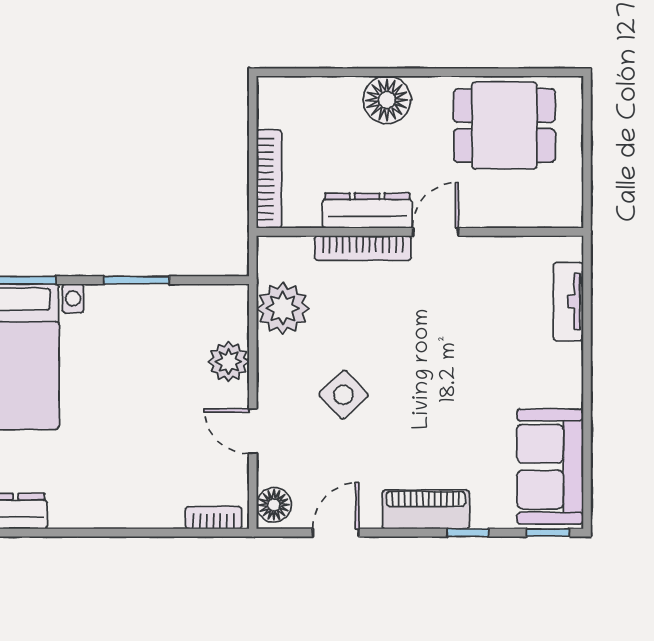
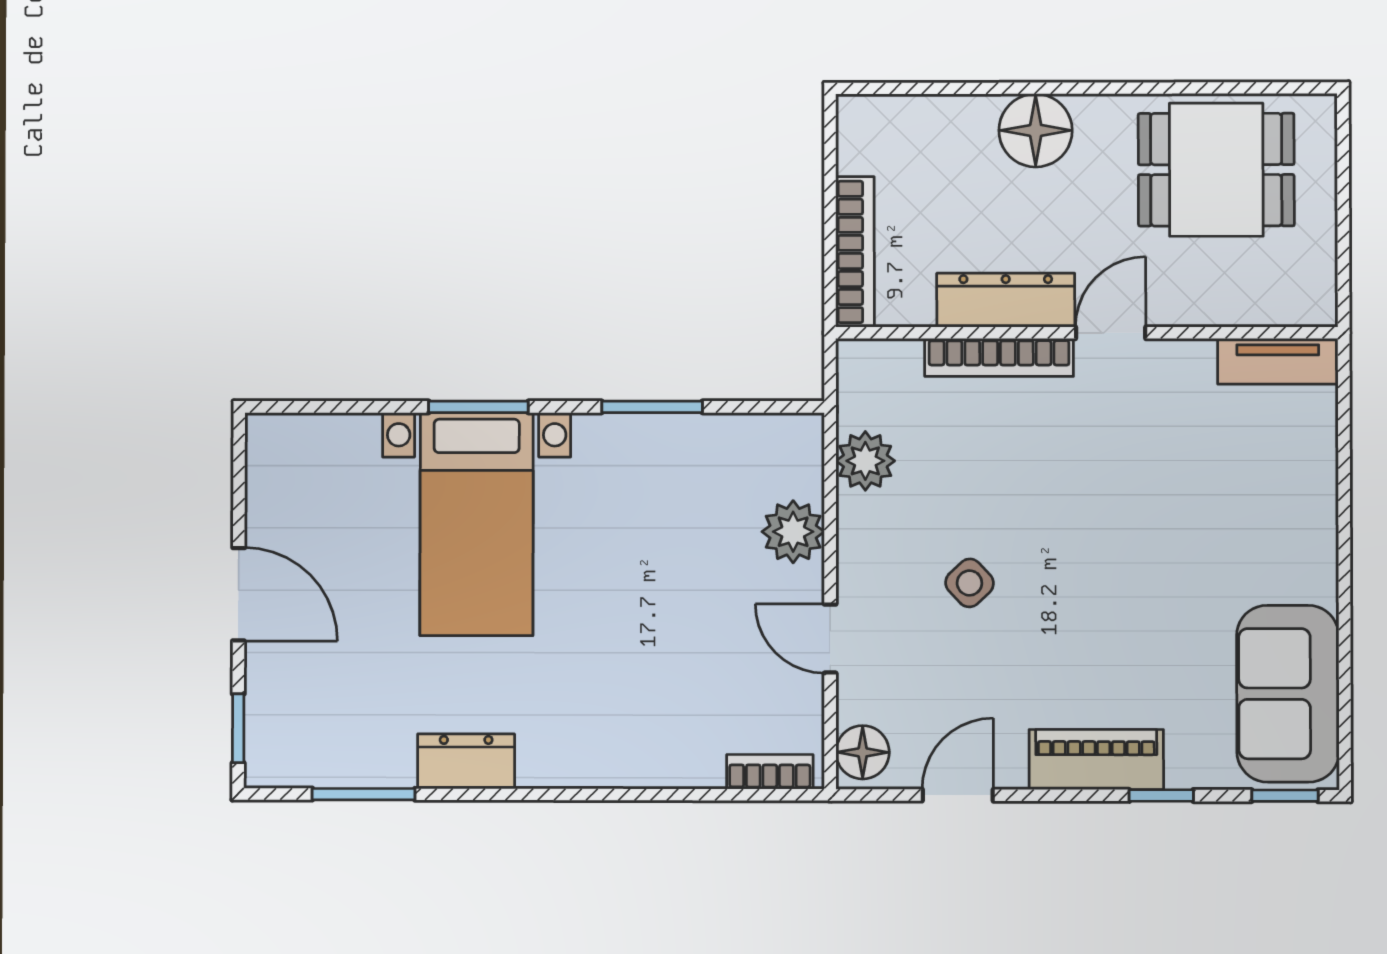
tv unit: (568, 302) -> (1278, 361), moved, turned -90
plant: (283, 308) -> (865, 461), width x0.73, depth x0.73
side table: (343, 395) -> (969, 583), width x0.73, depth x0.73

